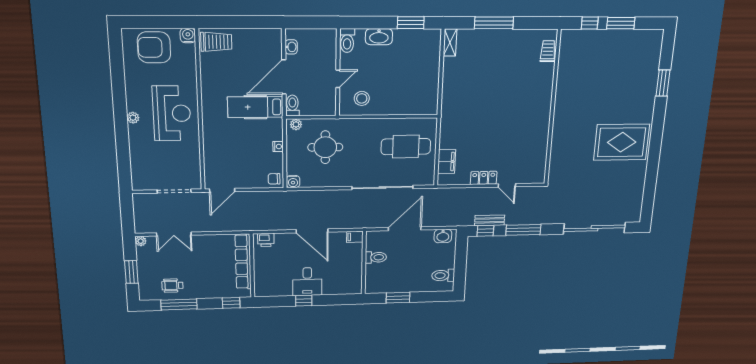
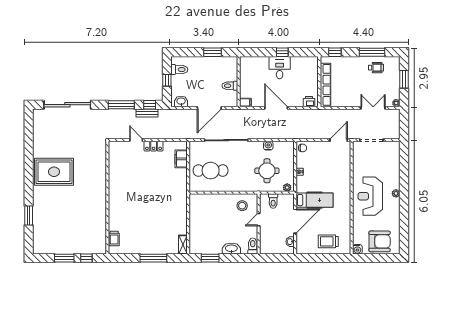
trolley: (216, 42) -> (328, 241), moved
toilet: (292, 106) -> (273, 201), moved
water cooler: (293, 182) -> (268, 146), moved
window: (461, 262) -> (167, 80), added

